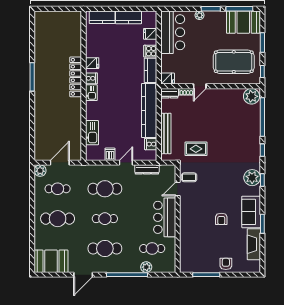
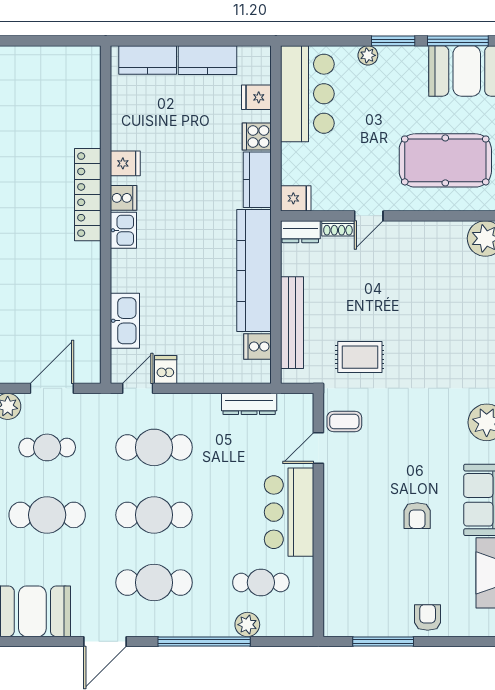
door: (126, 163) -> (138, 388), moved
cafe table: (105, 219) -> (154, 515), width x1.37, depth x1.35

